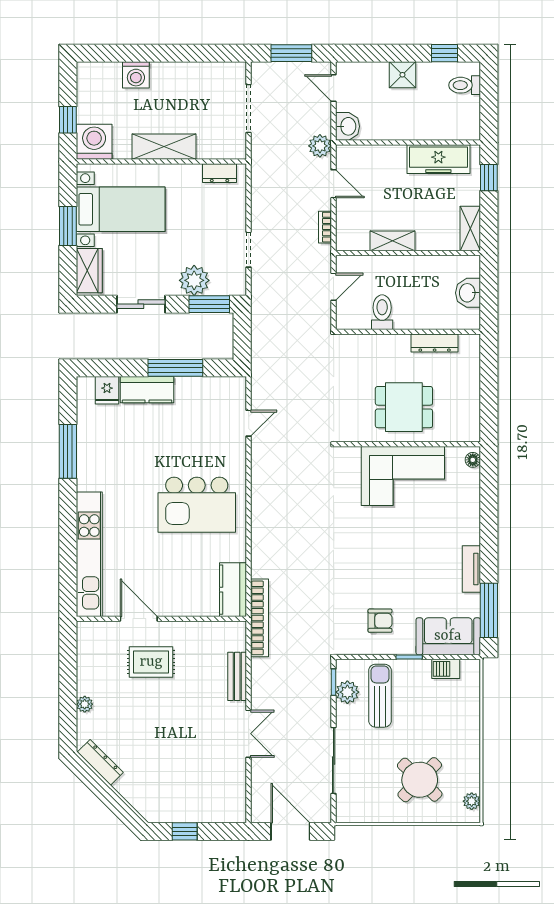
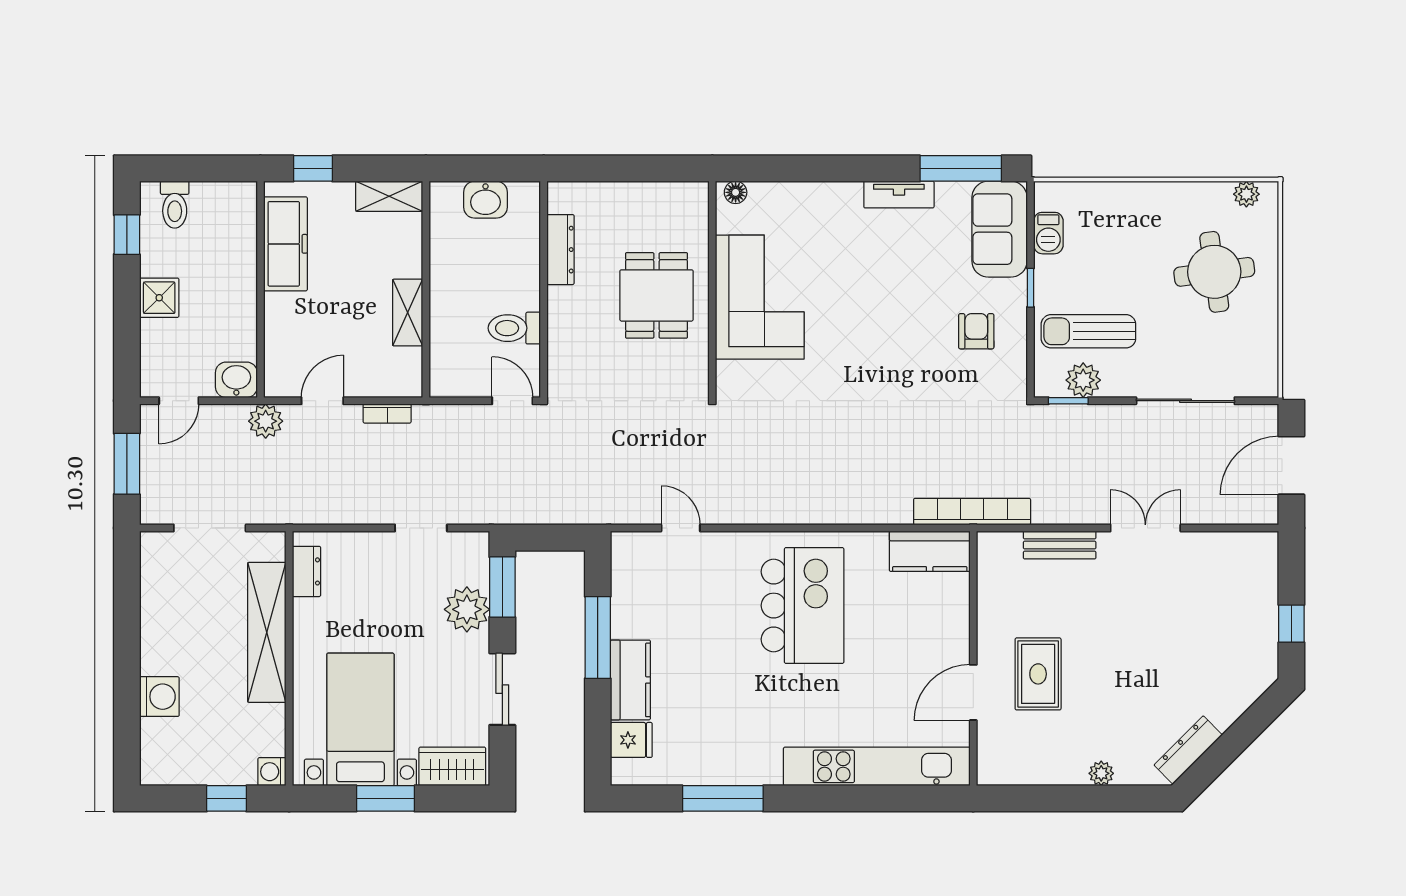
washing machine: (94, 142) -> (272, 772), width x0.53, depth x0.53
shelving: (164, 147) -> (267, 632), width x1.47
door: (334, 287) -> (512, 401), moved
round table: (420, 780) -> (1214, 272), turned 38

